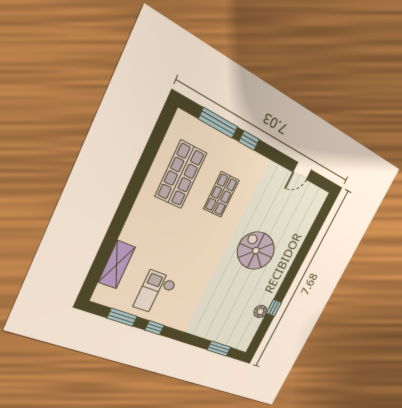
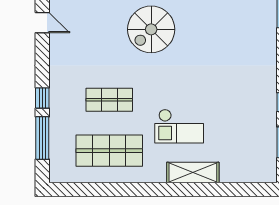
shelving: (117, 265) -> (193, 173), moved
checkout: (155, 293) -> (179, 126), moved

